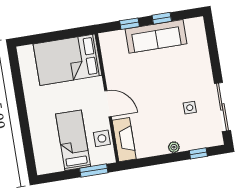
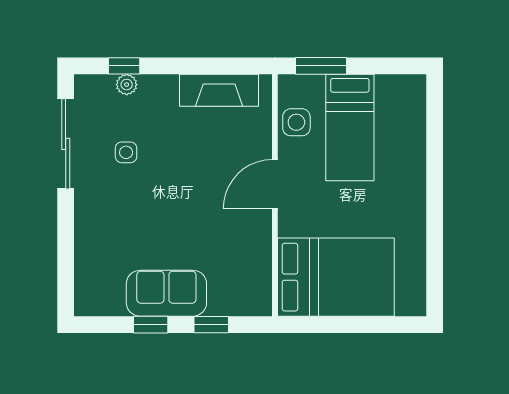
sofa: (156, 36) -> (166, 293), width x0.73
door: (108, 104) -> (275, 184), hinge flipped
fireplace: (124, 140) -> (219, 90), moved, turned -90
plant: (174, 147) -> (127, 85), moved

